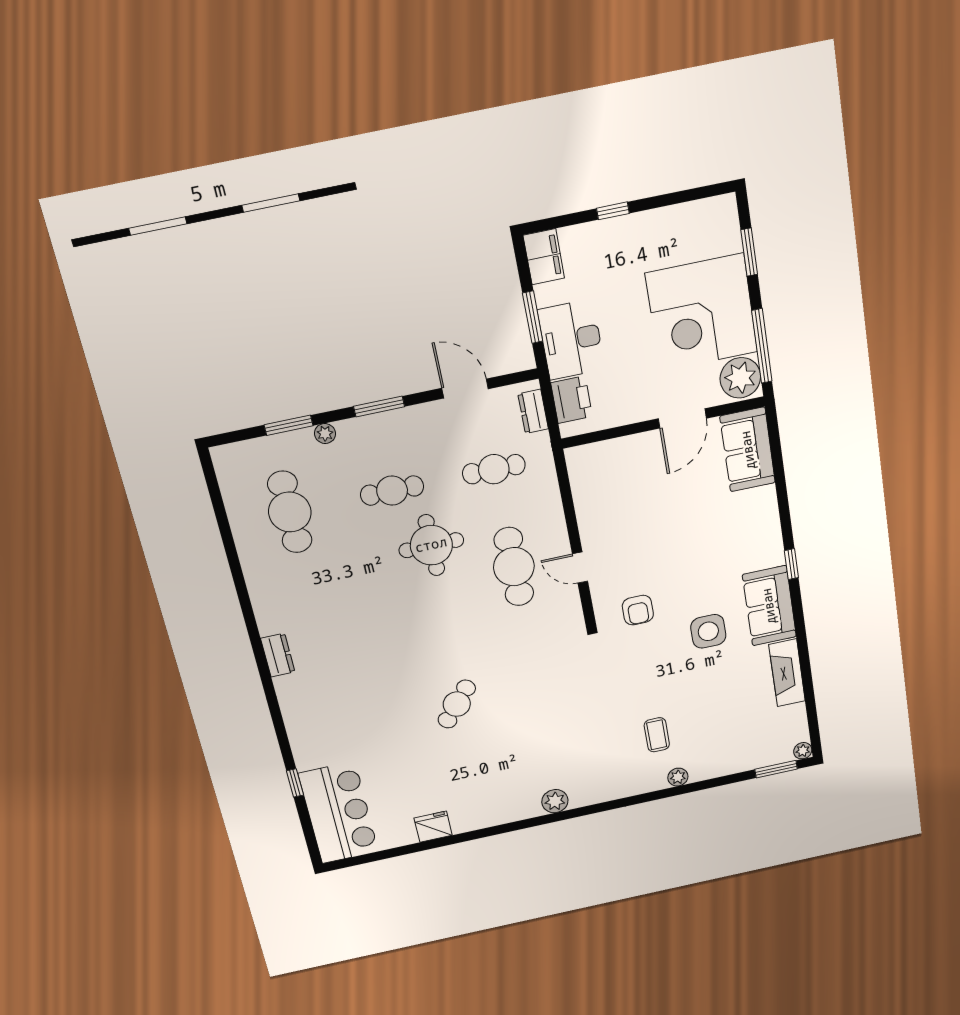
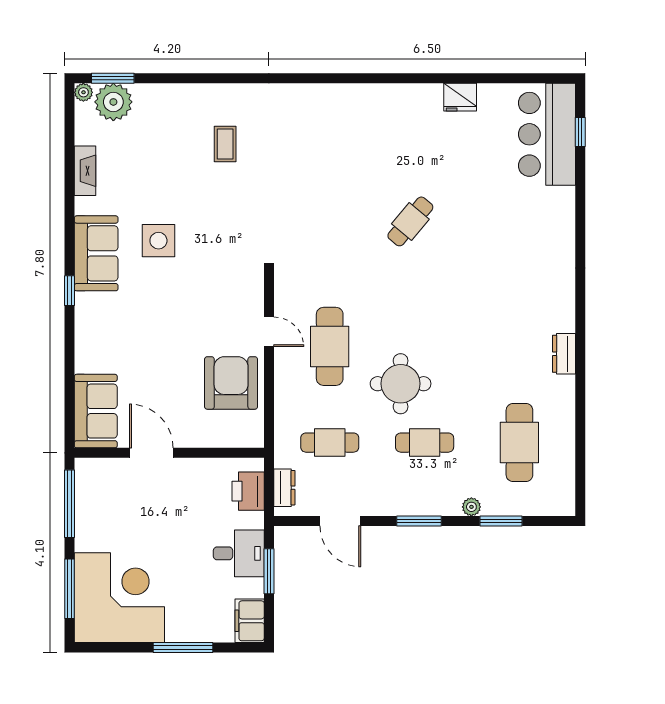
window: (613, 211) -> (183, 647), width x2.17
window: (749, 252) -> (69, 589), width x1.44
corner desk: (702, 313) -> (119, 598), moved
desk: (571, 340) -> (239, 553), width x0.73
plant: (740, 378) -> (93, 479), removed
door: (682, 418) -> (151, 453), hinge flipped
armchair: (638, 610) -> (231, 383), moved, width x1.88, depth x1.88
dresser: (278, 655) -> (564, 354), moved
fireplace: (787, 673) -> (85, 171), width x0.73, depth x0.76
plant: (678, 777) -> (113, 102), moved, width x1.88, depth x1.88
window: (295, 783) -> (580, 132), moved
plant: (555, 801) -> (337, 96), removed

